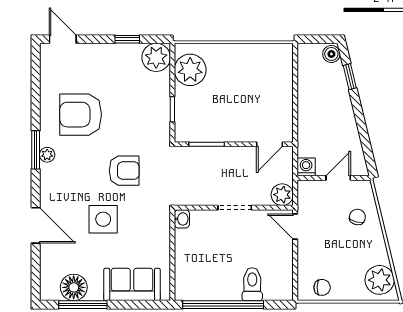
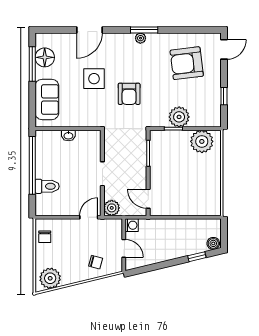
plant: (156, 57) -> (179, 117), moved
armchair: (81, 115) -> (187, 63), moved, turned -97
washbasin: (182, 219) -> (68, 135), moved

